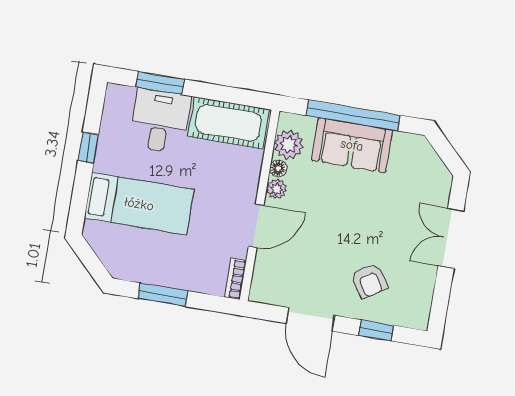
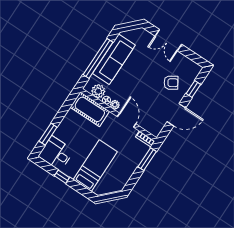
desk: (160, 121) -> (56, 153), moved
cot: (228, 123) -> (90, 109), moved, turned 90
sofa: (352, 145) -> (114, 59), width x1.36
window: (163, 295) -> (147, 159), moved

